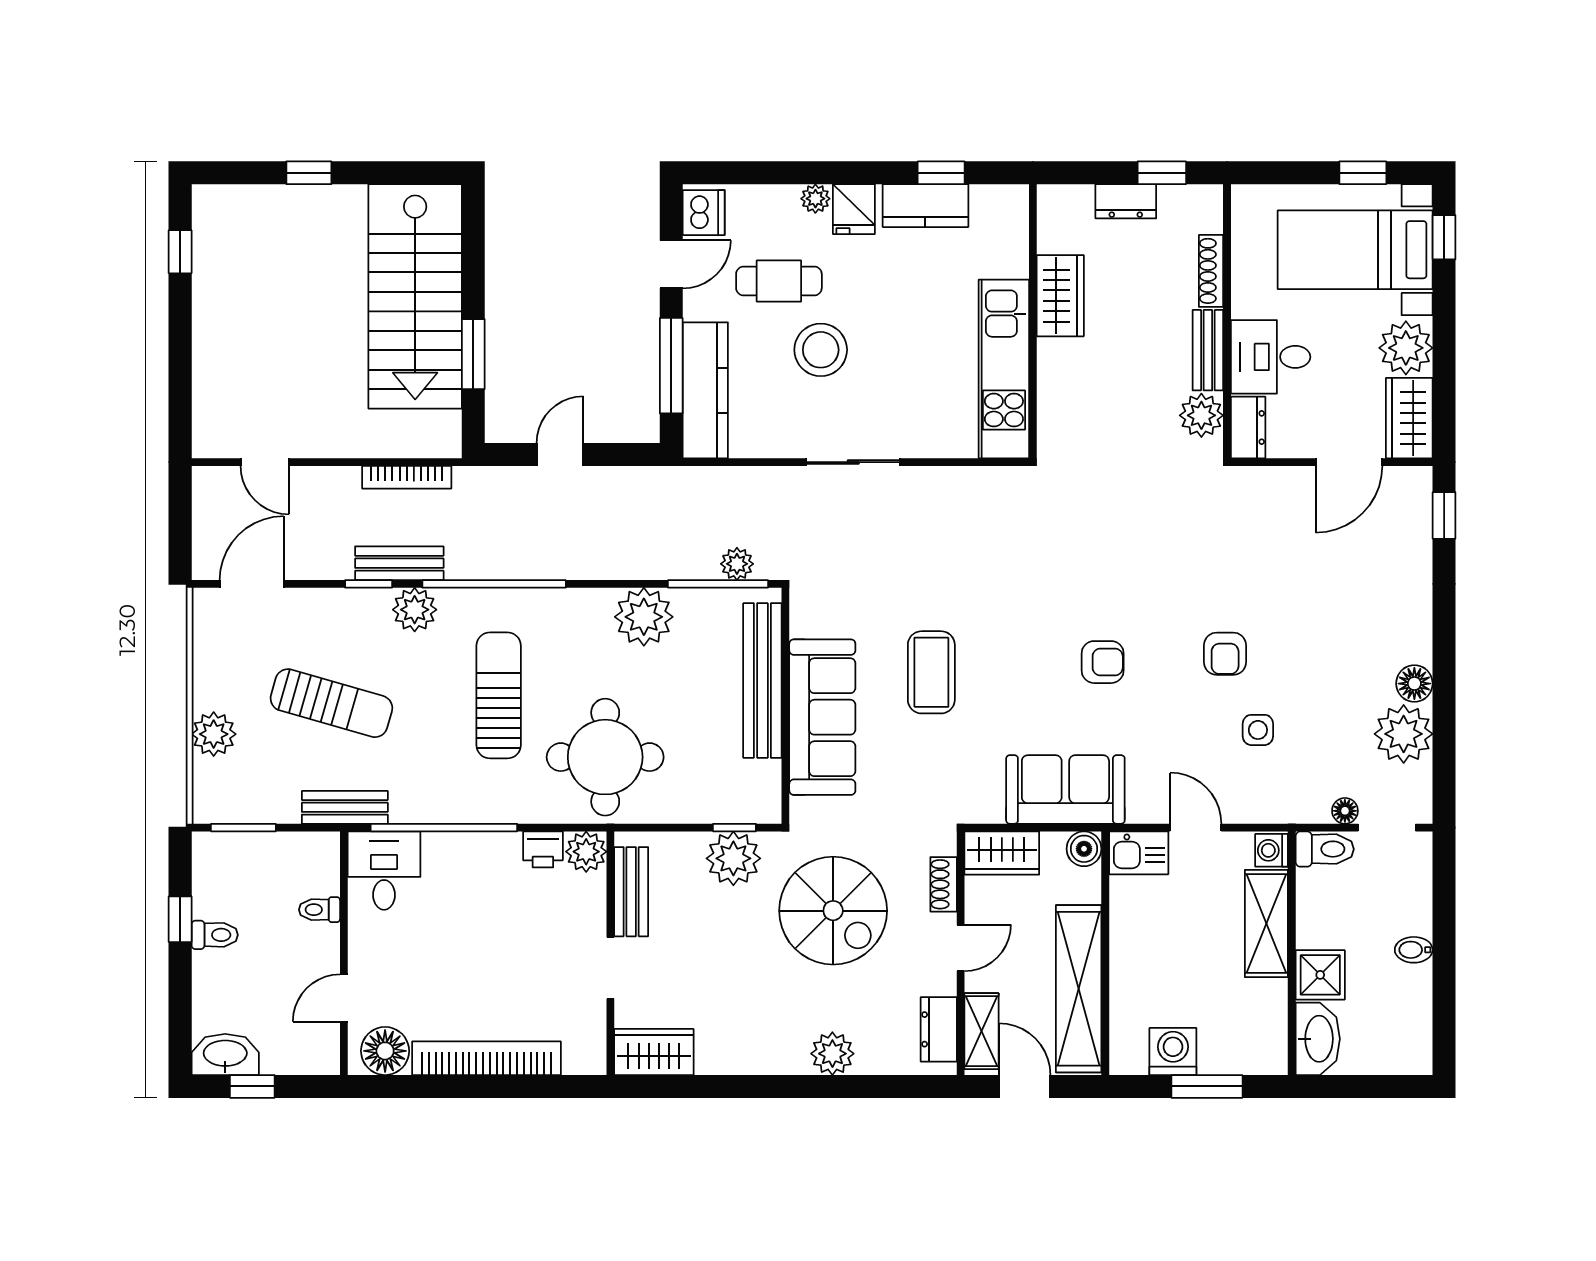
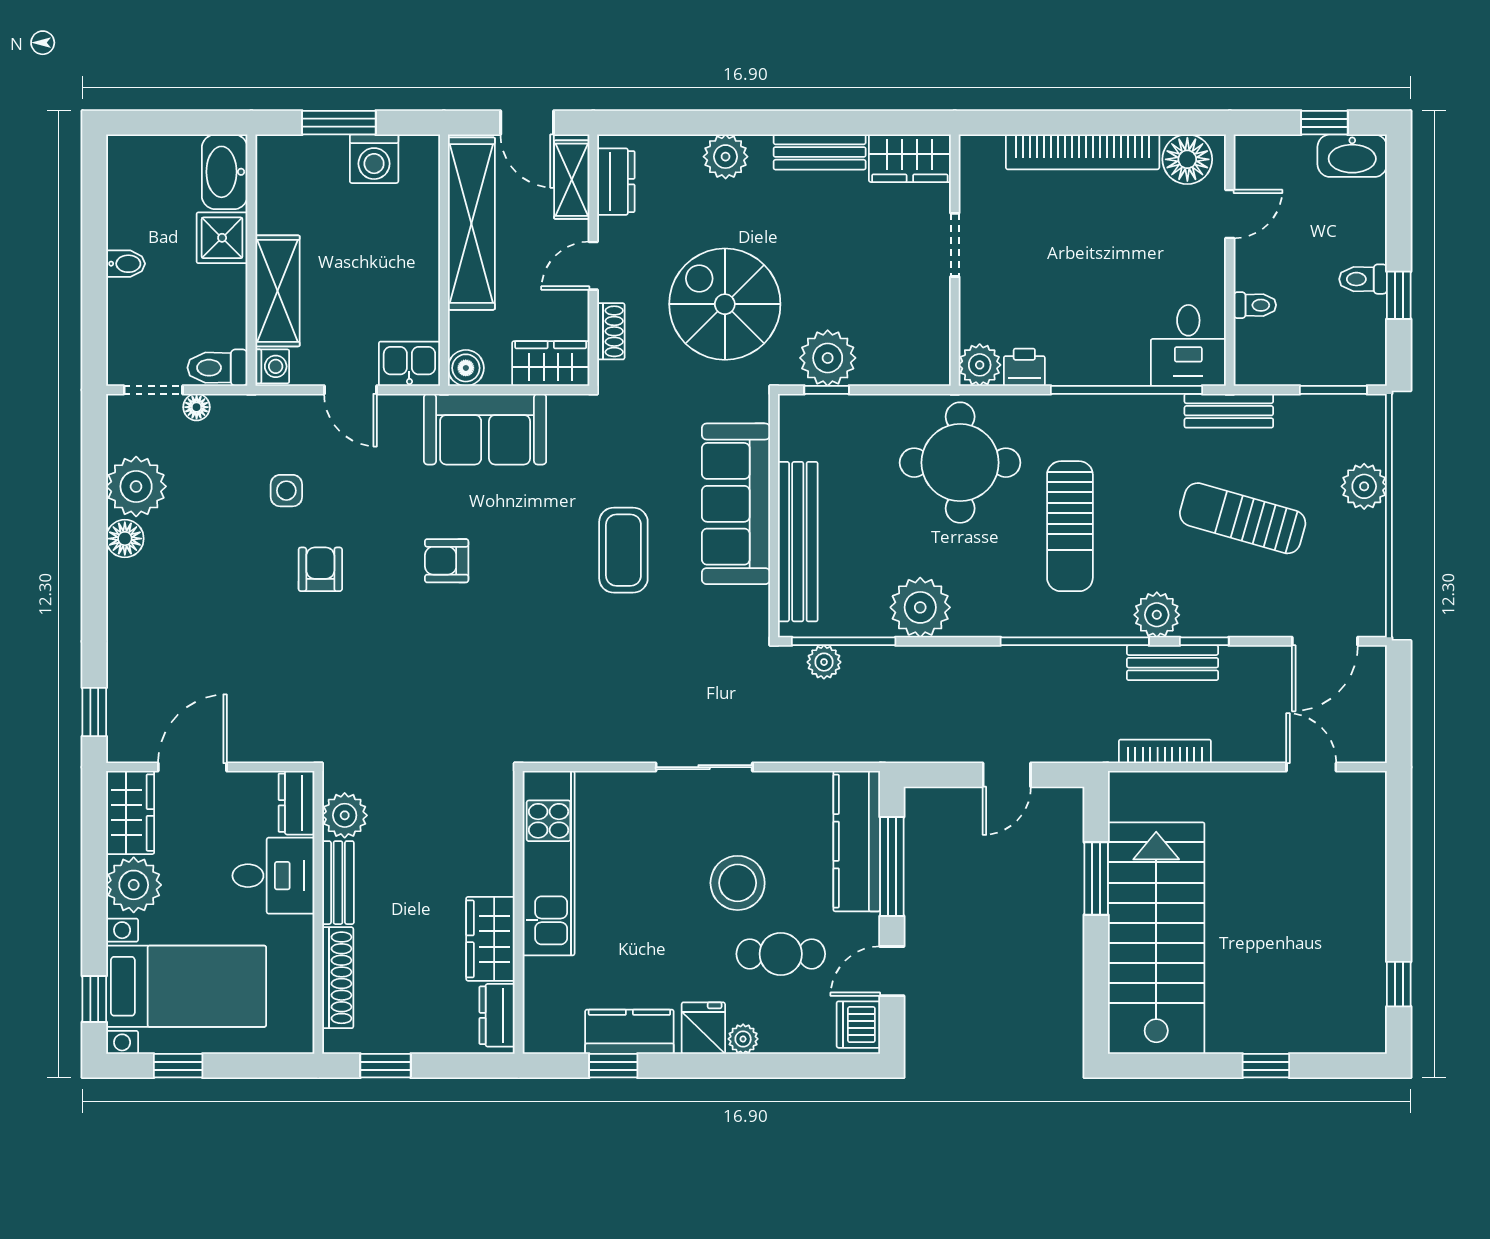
dresser: (1126, 201) -> (497, 1015), moved, turned -90
shoe rack: (1211, 271) -> (338, 978), width x1.36, depth x1.24
bench: (631, 892) -> (820, 152), moved, turned 90

